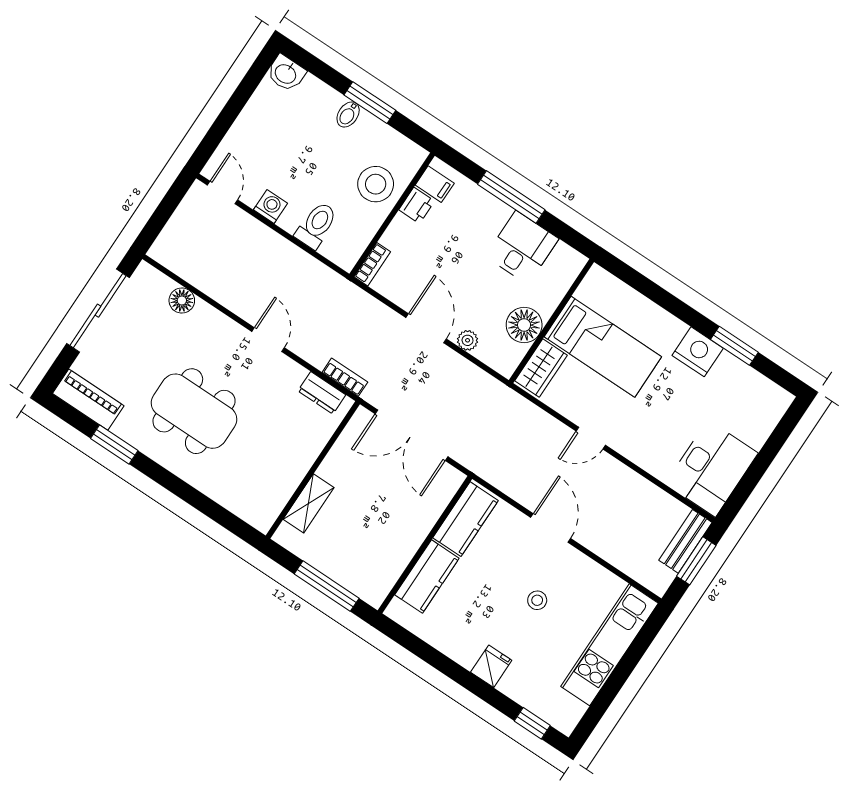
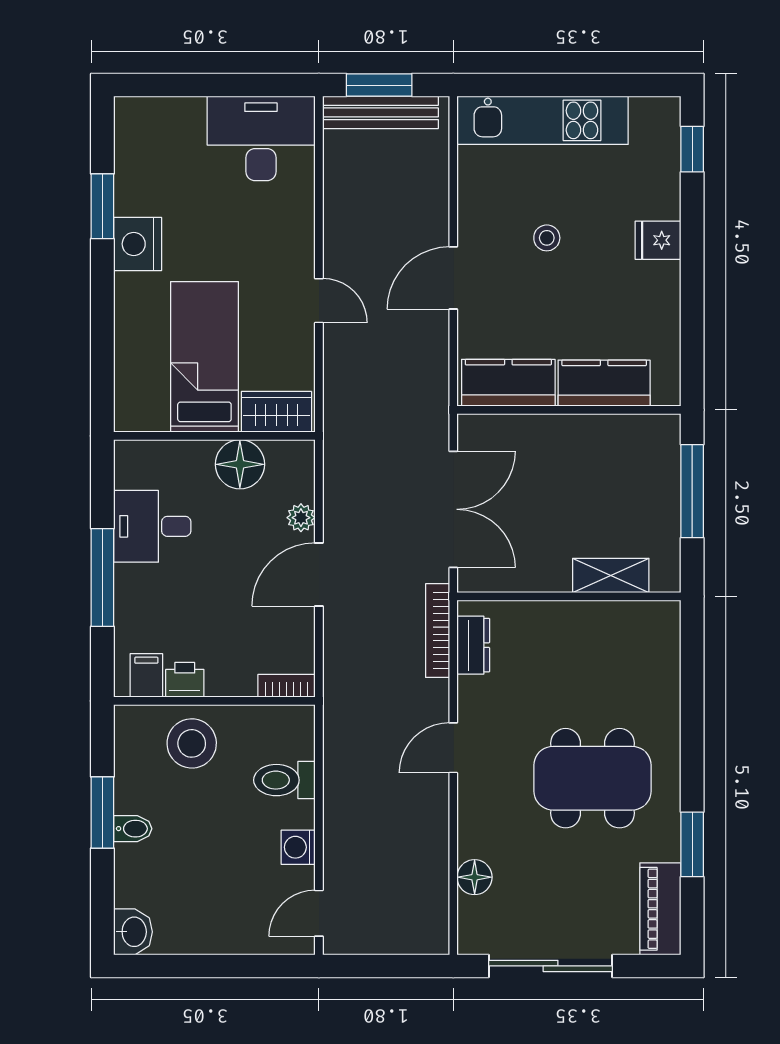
bookcase: (345, 377) -> (438, 631), width x1.56
dining table: (194, 411) -> (593, 778), turned 90
bench: (685, 541) -> (380, 112), width x1.36

